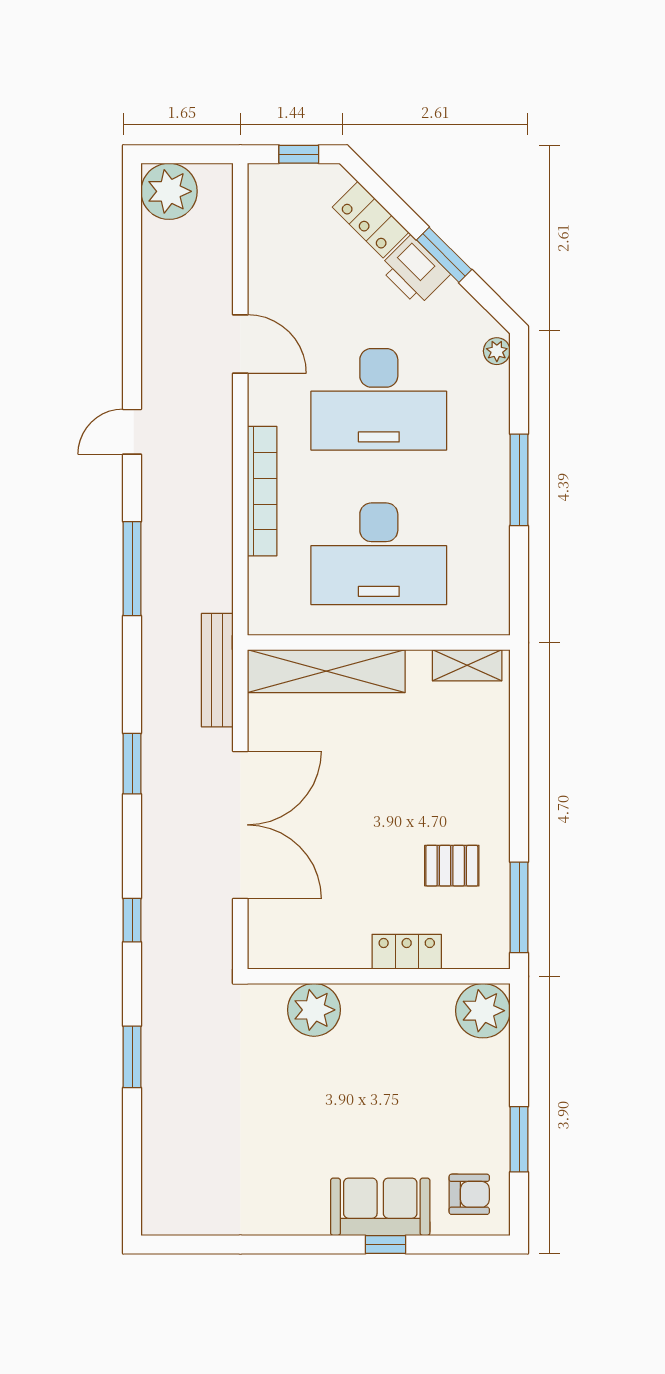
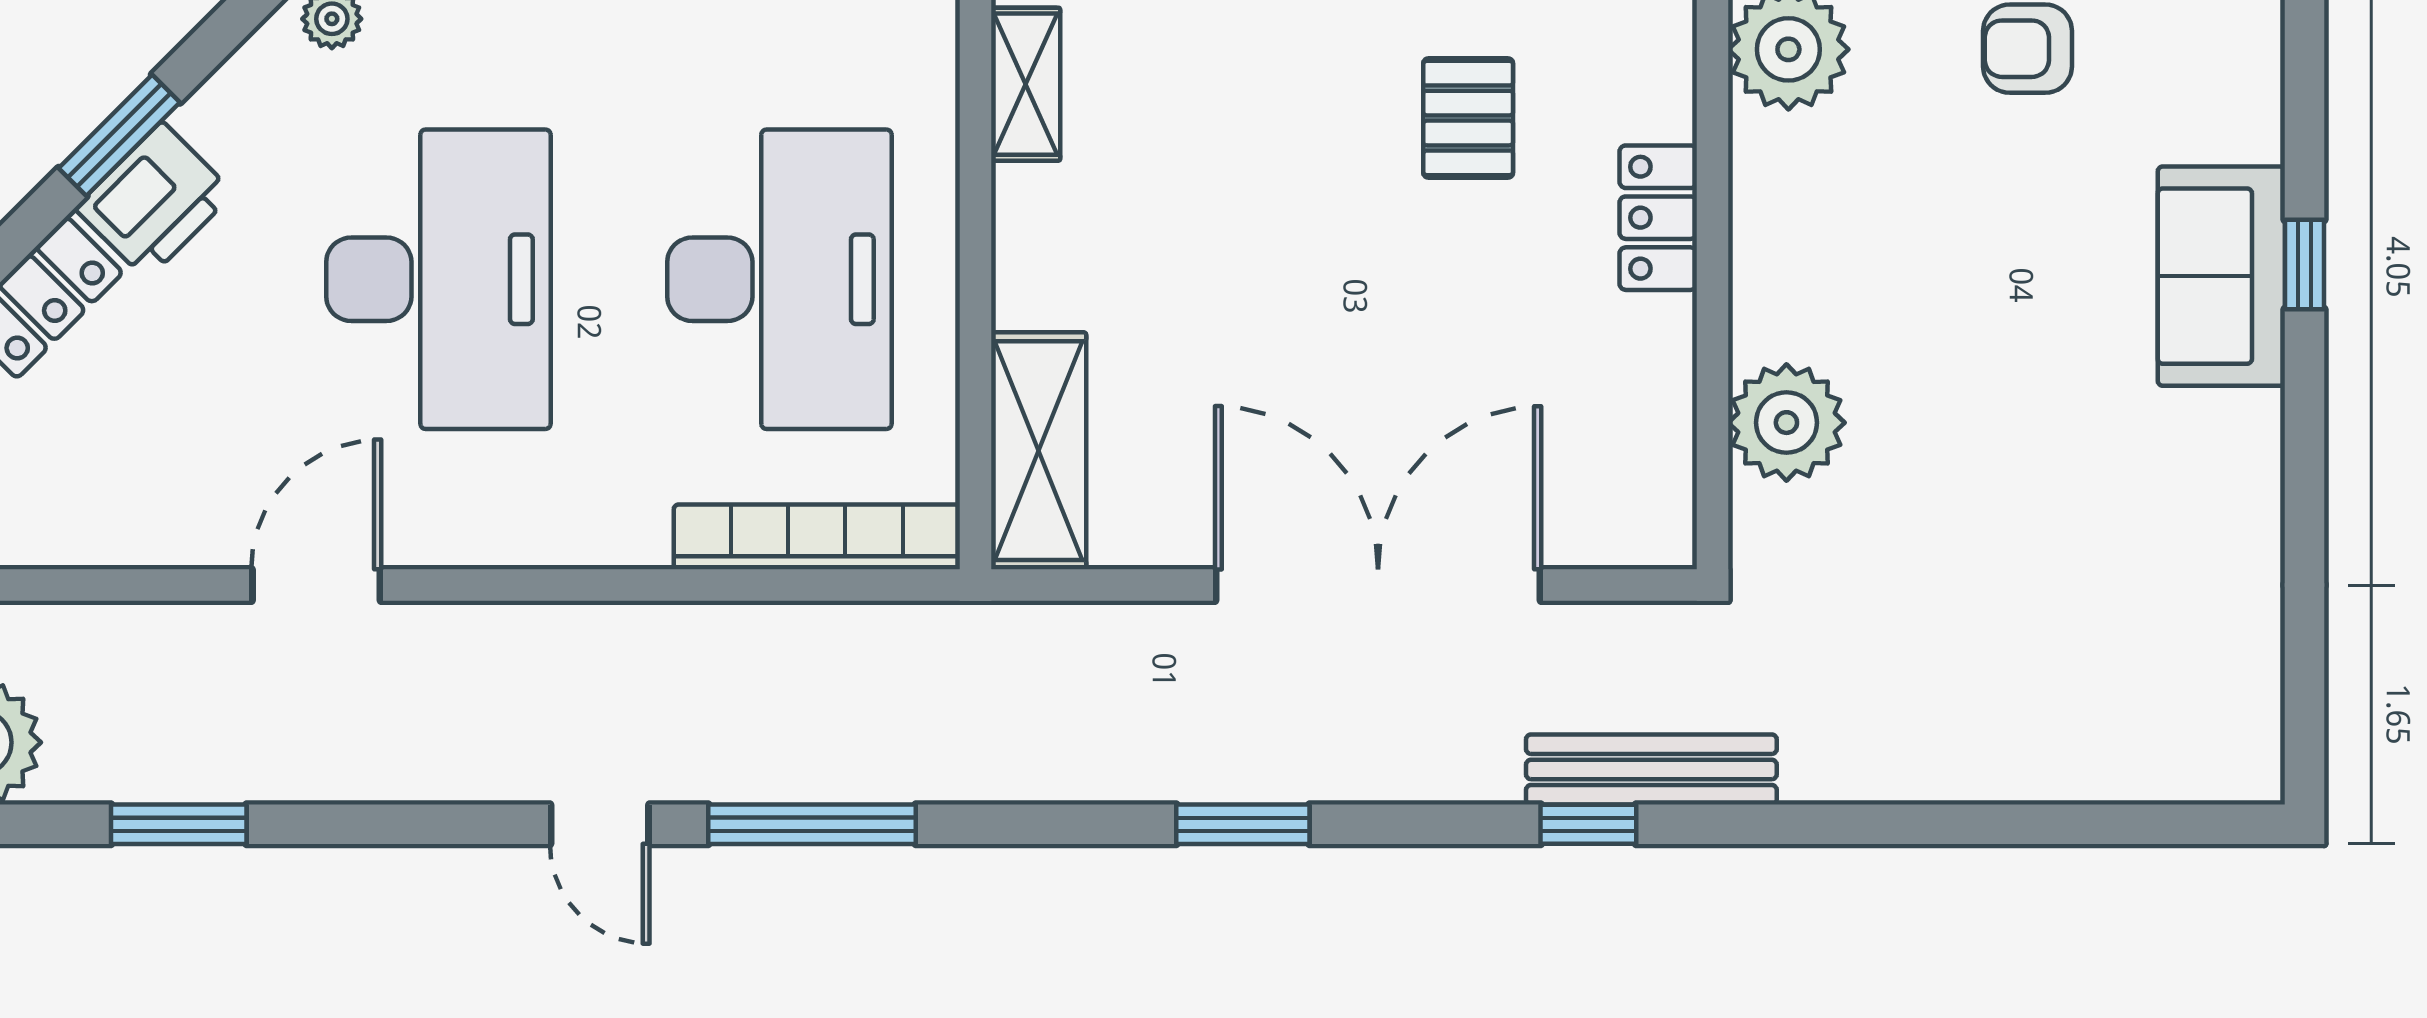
door: (132, 432) -> (600, 824), moved
bookcase: (262, 491) -> (817, 537), moved
bench: (217, 670) -> (1651, 769), moved
shelving: (326, 671) -> (1039, 451), width x0.68
window: (132, 1057) -> (179, 824), moved
armchair: (469, 1194) -> (2027, 49), moved, turned -90

